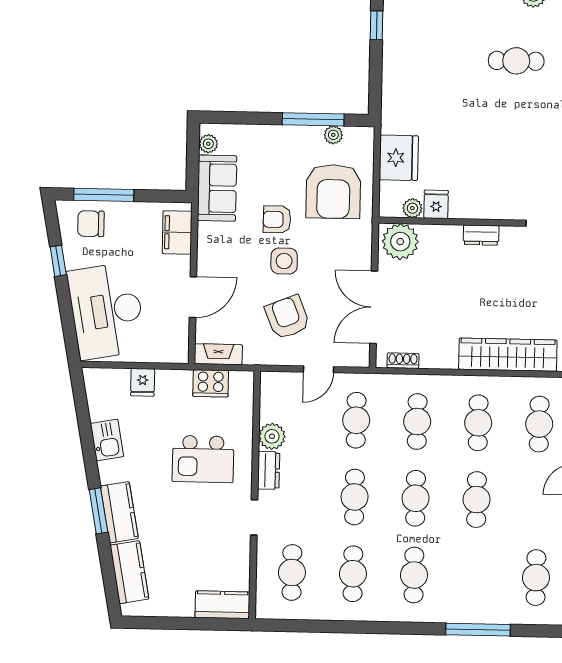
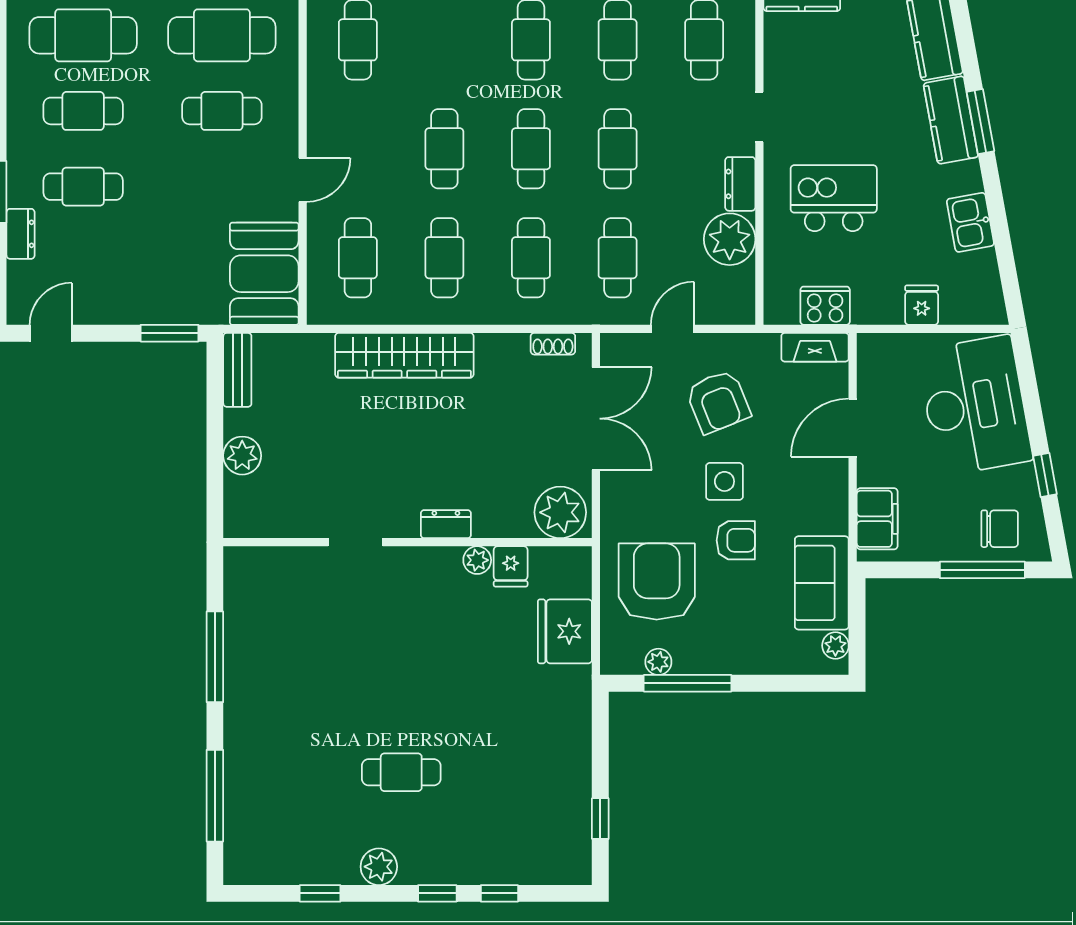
plant: (412, 208) -> (477, 560), moved
plant: (272, 436) -> (730, 239), width x1.36, depth x1.36

